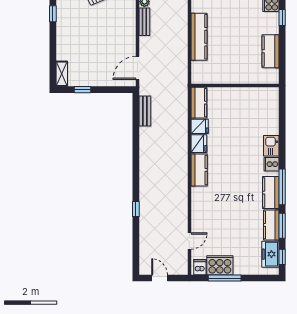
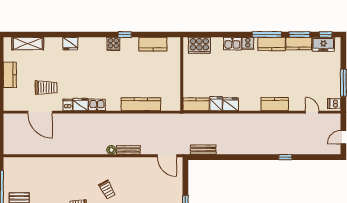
kitchen counter: (199, 170) -> (275, 104), moved
cooker: (220, 265) -> (199, 45), moved, turned -90

